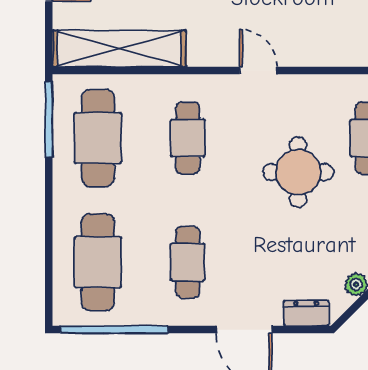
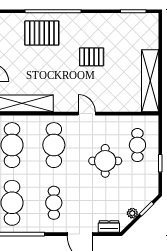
cafe table: (188, 138) -> (54, 145), width x1.37, depth x1.35

